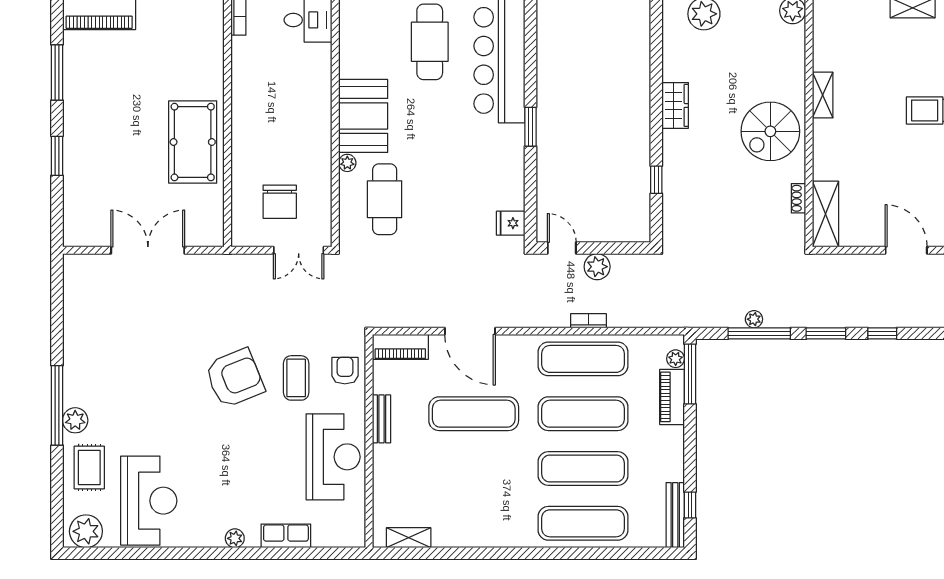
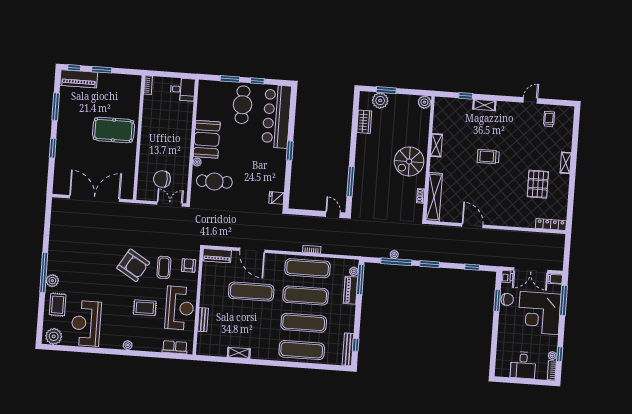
wardrobe: (675, 105) -> (364, 122), moved
pool table: (193, 142) -> (113, 130), moved, turned 90
window: (656, 180) -> (350, 181), width x2.17
cafe table: (385, 199) -> (214, 182), turned 90
chair: (280, 202) -> (162, 179), turned 90
shelving: (825, 214) -> (434, 197), width x1.47
door: (562, 248) -> (333, 214), moved
double door: (148, 250) -> (95, 199), width x1.36
double door: (299, 250) -> (170, 204), swing flipped
plant: (597, 267) -> (318, 223), removed
window: (882, 333) -> (472, 267), moved
armchair: (235, 378) -> (133, 265), turned 53
bench: (381, 419) -> (203, 320), moved
rug: (264, 461) -> (145, 308), added
reception desk: (149, 501) -> (86, 323), turned 180
row of seats: (286, 536) -> (175, 347), moved
shelving: (409, 538) -> (239, 353), moved

